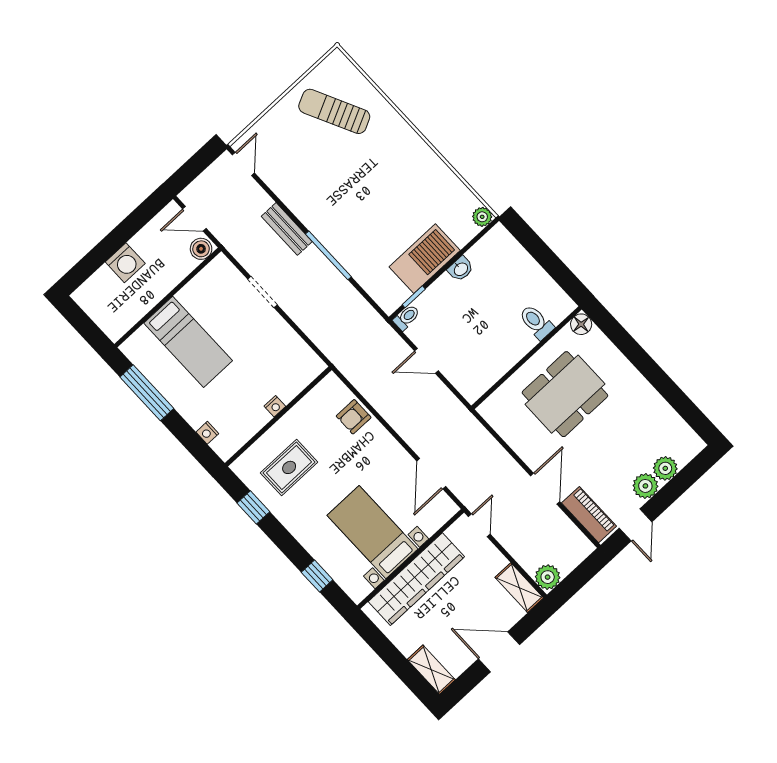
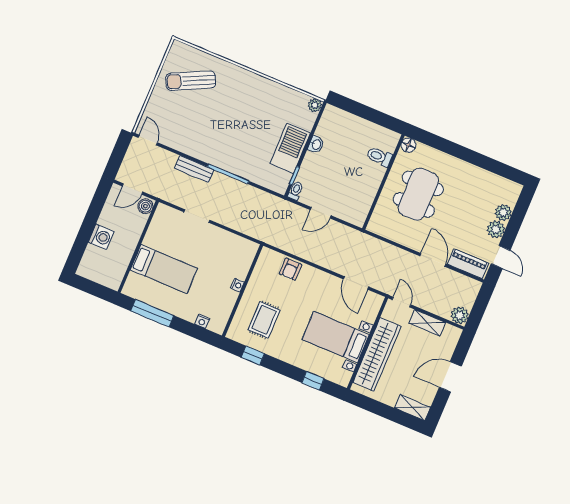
shelving: (519, 588) -> (427, 323), moved

